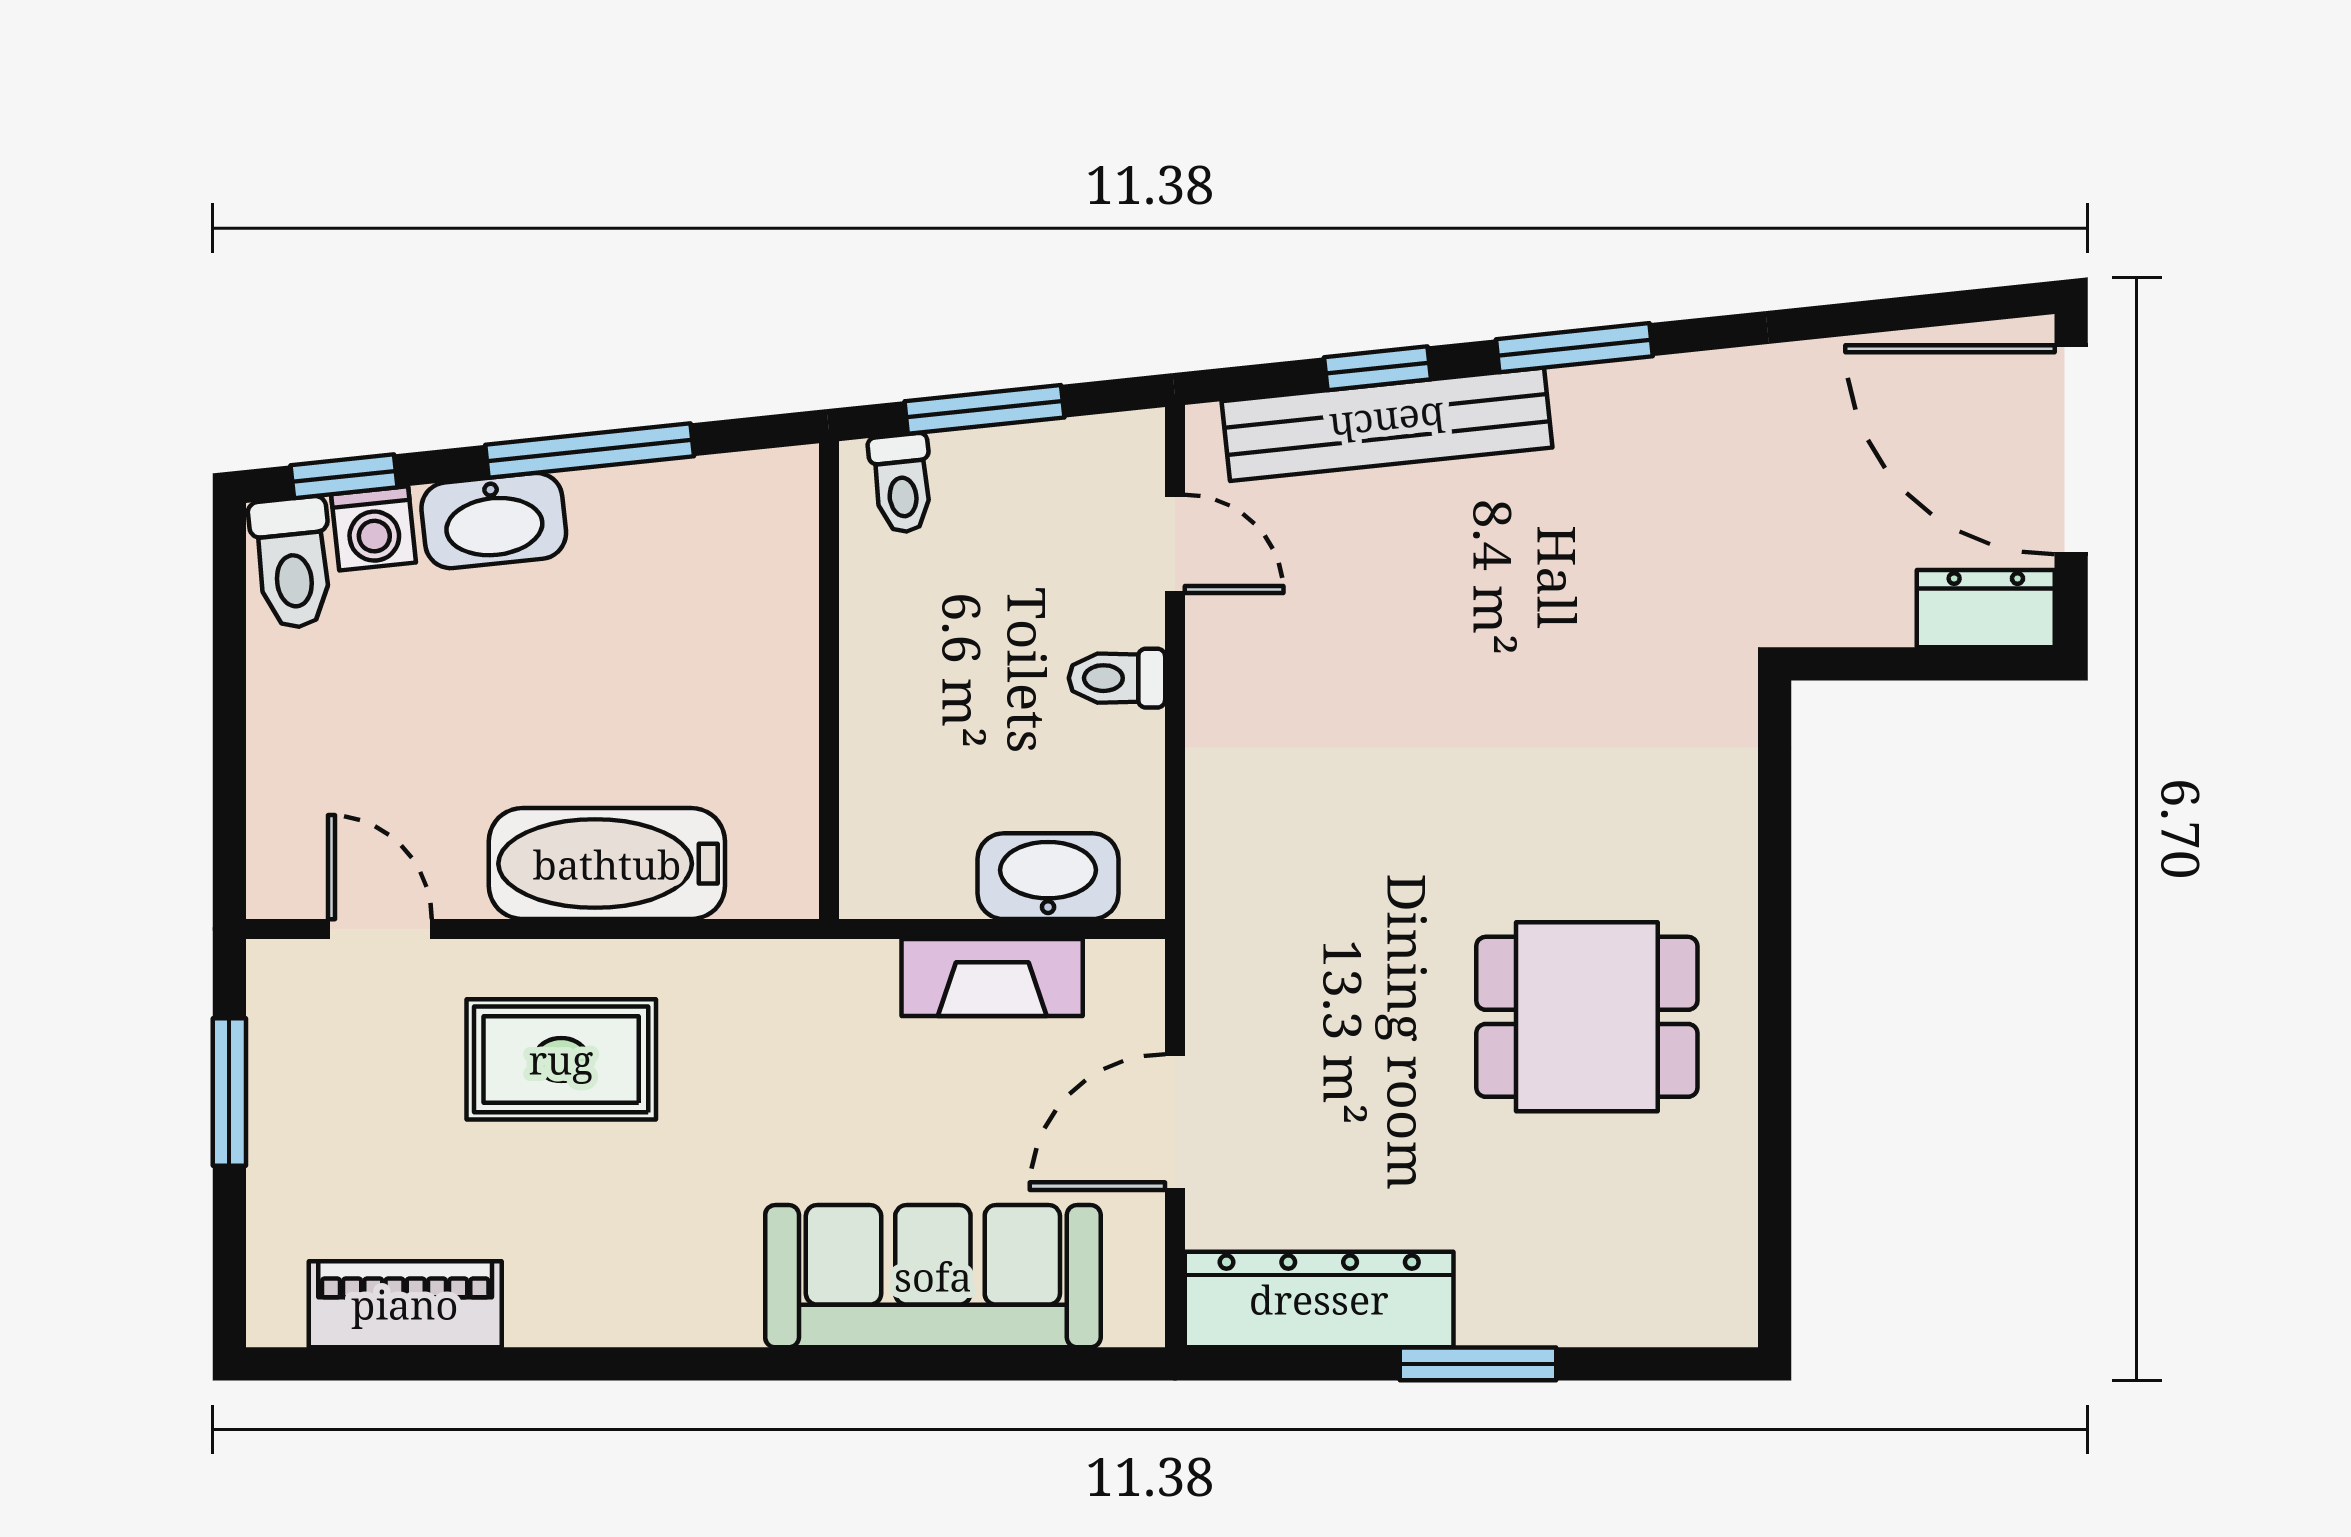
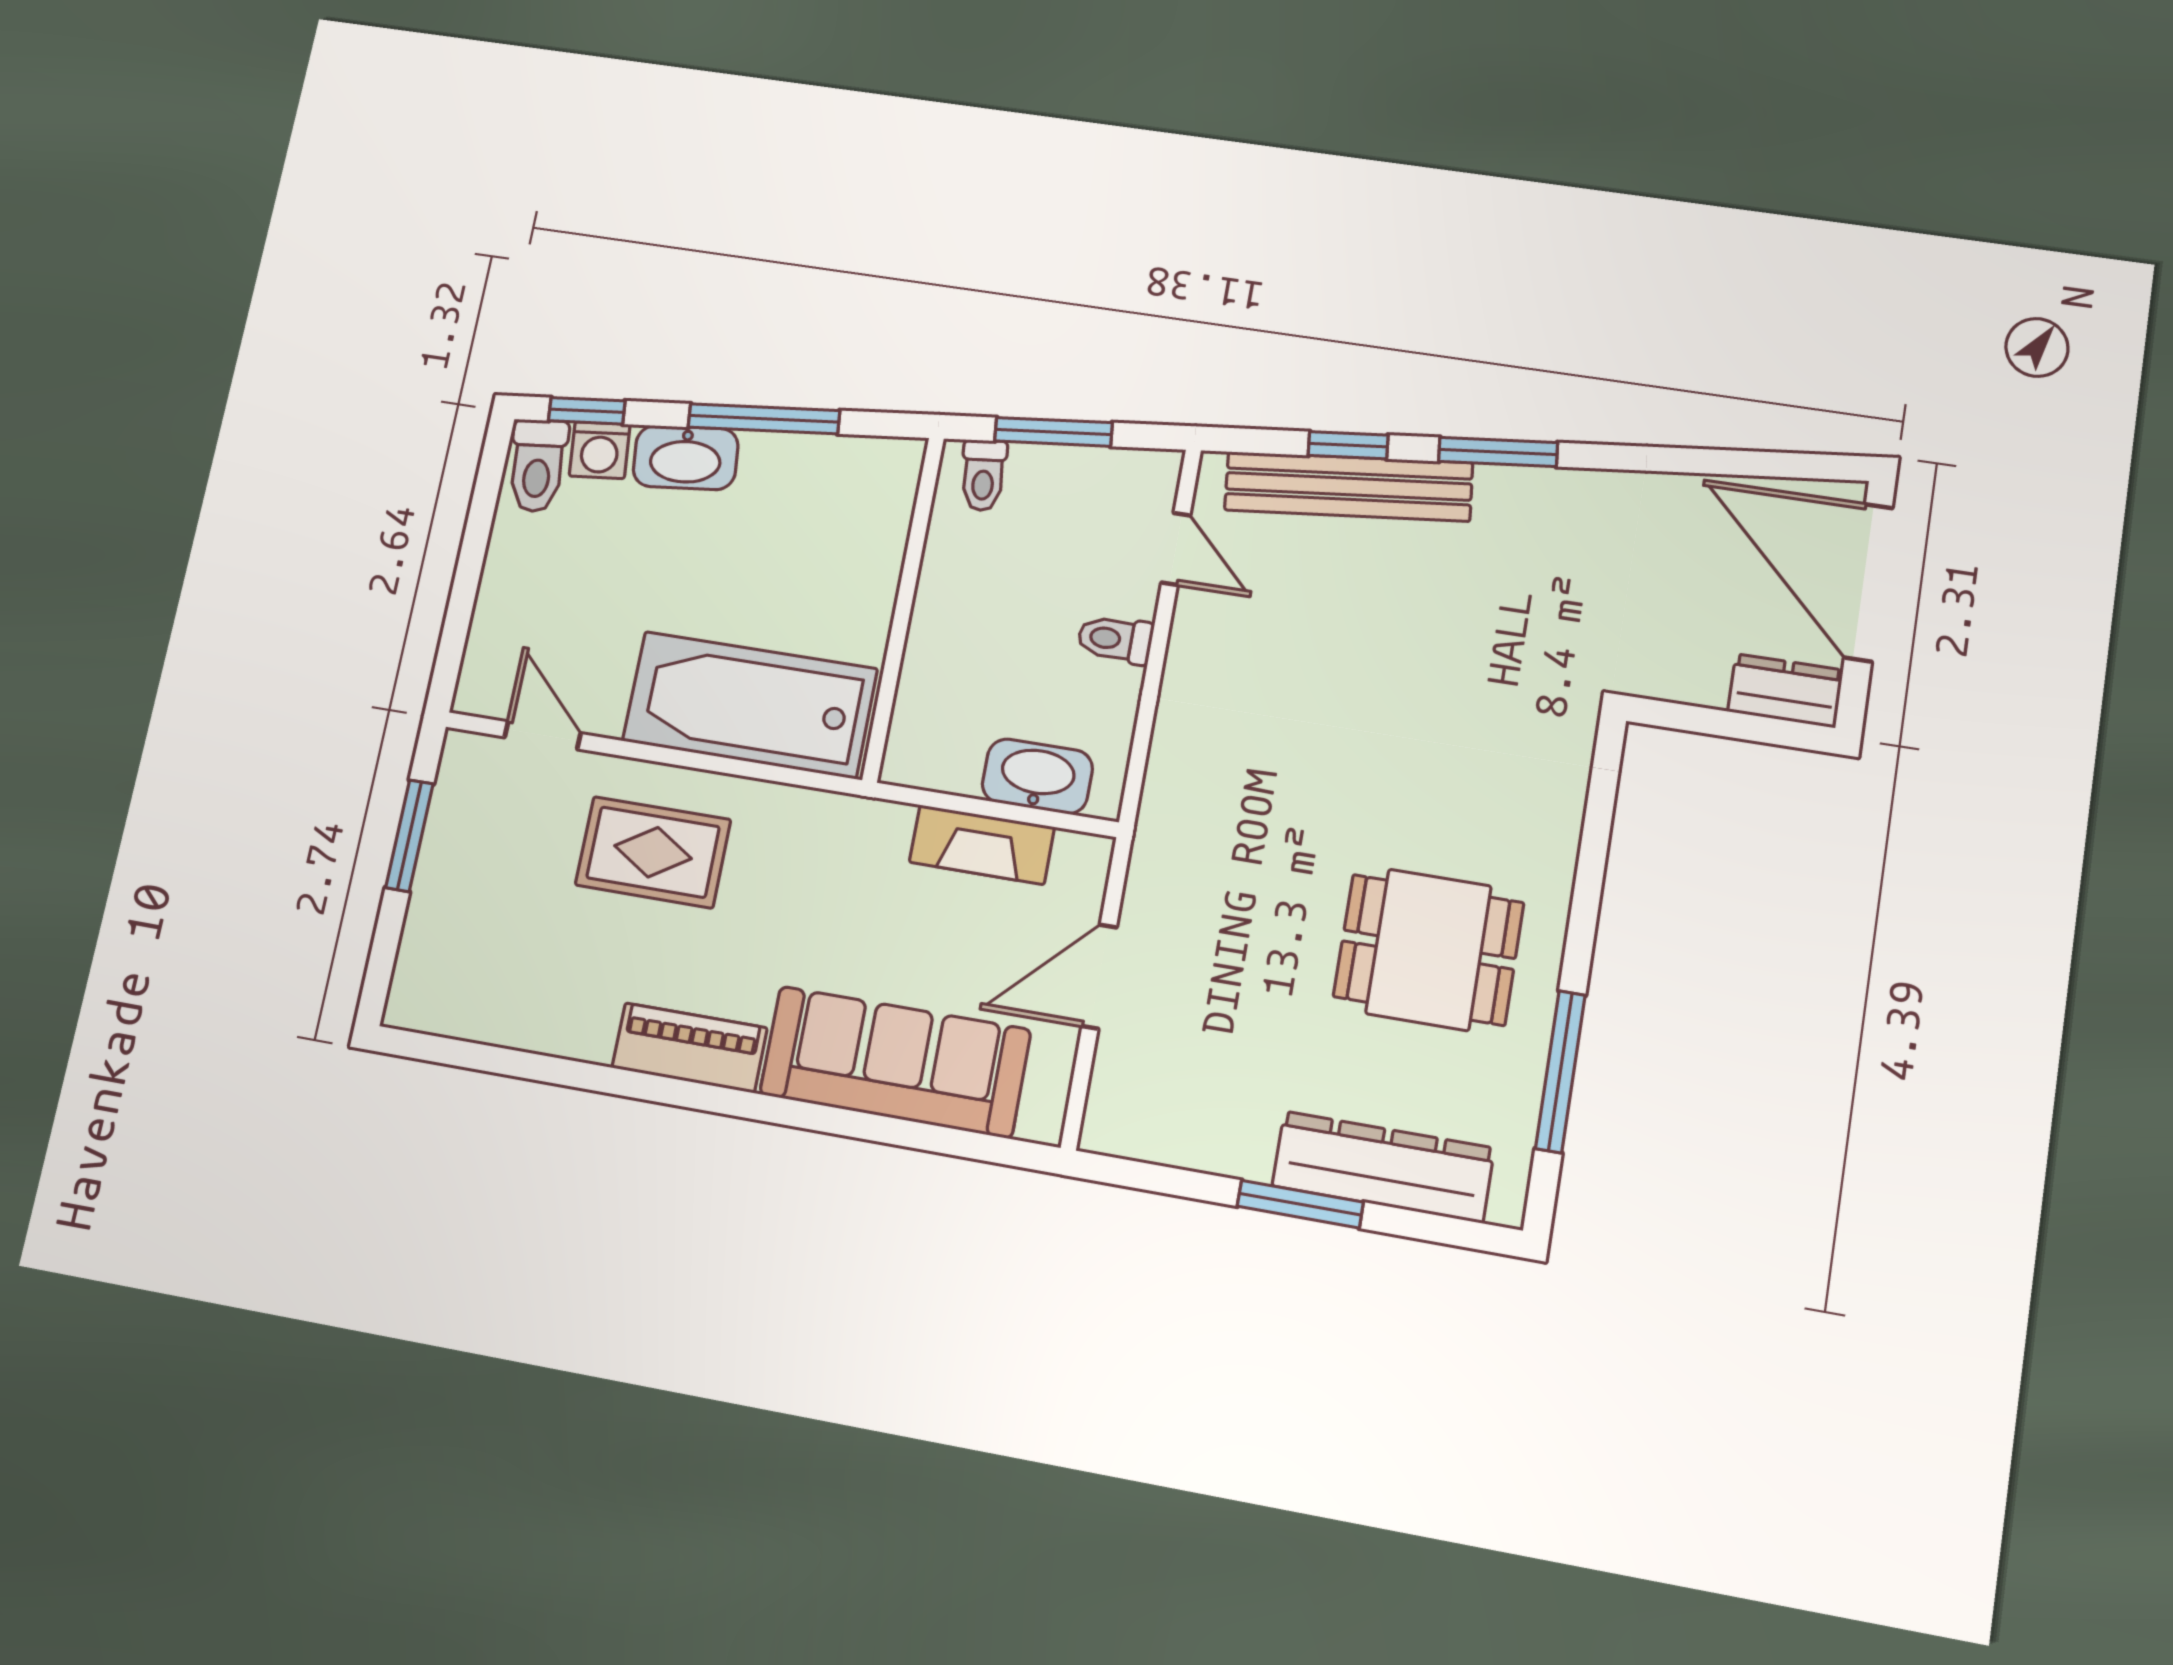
bathtub: (607, 864) -> (750, 705), width x1.36, depth x1.36
window: (1775, 1142) -> (1560, 1072), added
dresser: (1319, 1299) -> (1383, 1167), moved
piano: (405, 1304) -> (690, 1048), moved

